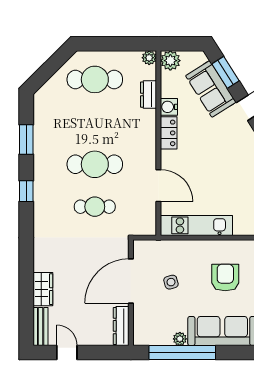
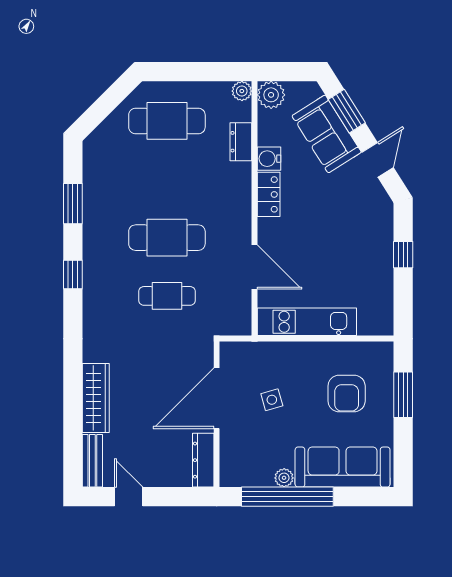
armchair: (225, 278) -> (347, 393), turned 180
wardrobe: (43, 289) -> (96, 398), width x1.50

